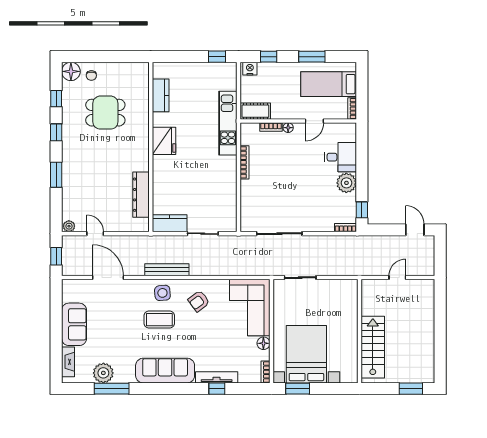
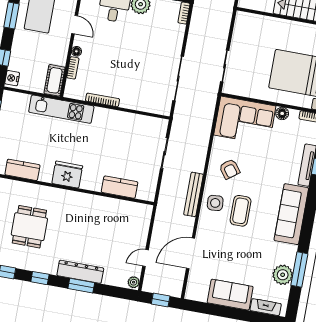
dresser: (141, 195) -> (80, 272), moved, turned 180
kitchen counter: (170, 223) -> (120, 187), moved, turned 90

